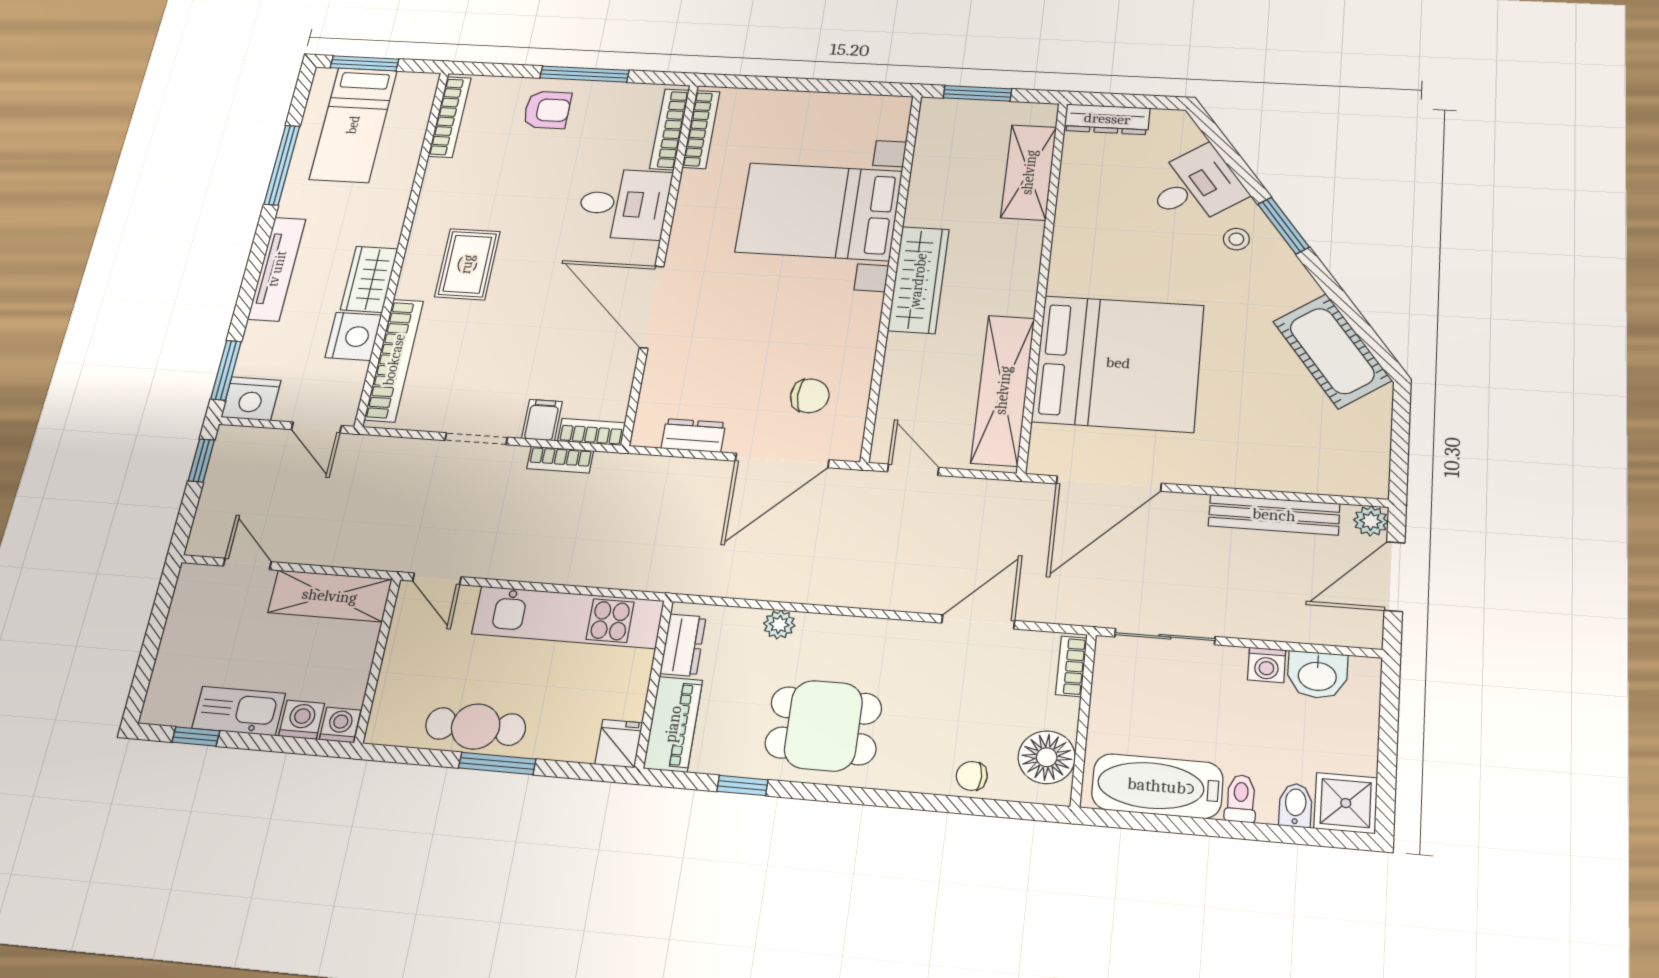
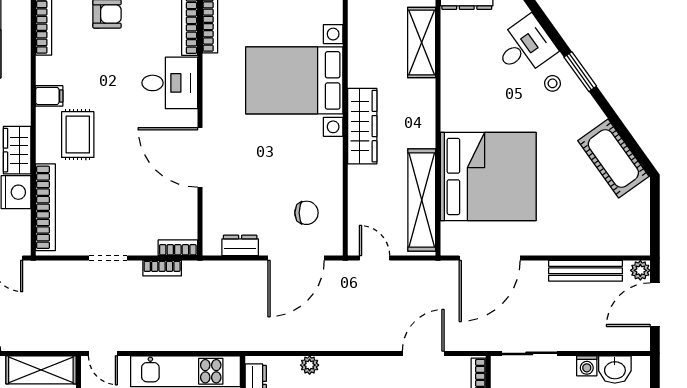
filing cabinet: (542, 420) -> (49, 96), moved, turned 90

